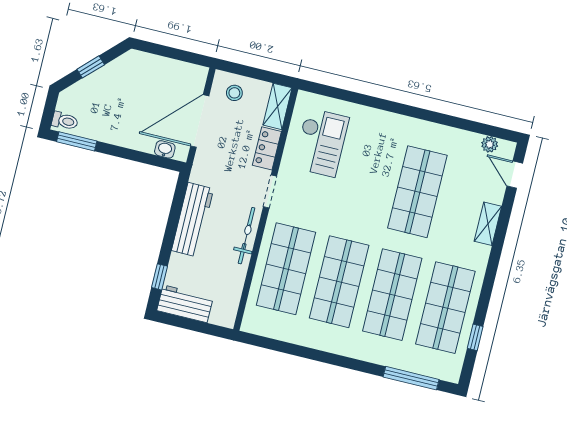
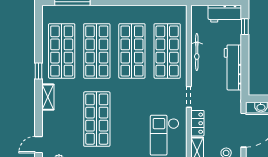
door: (515, 175) -> (39, 145), swing flipped
shelving: (488, 224) -> (48, 97), moved
bicycle: (247, 236) -> (197, 52), moved
window: (475, 337) -> (39, 71), moved

